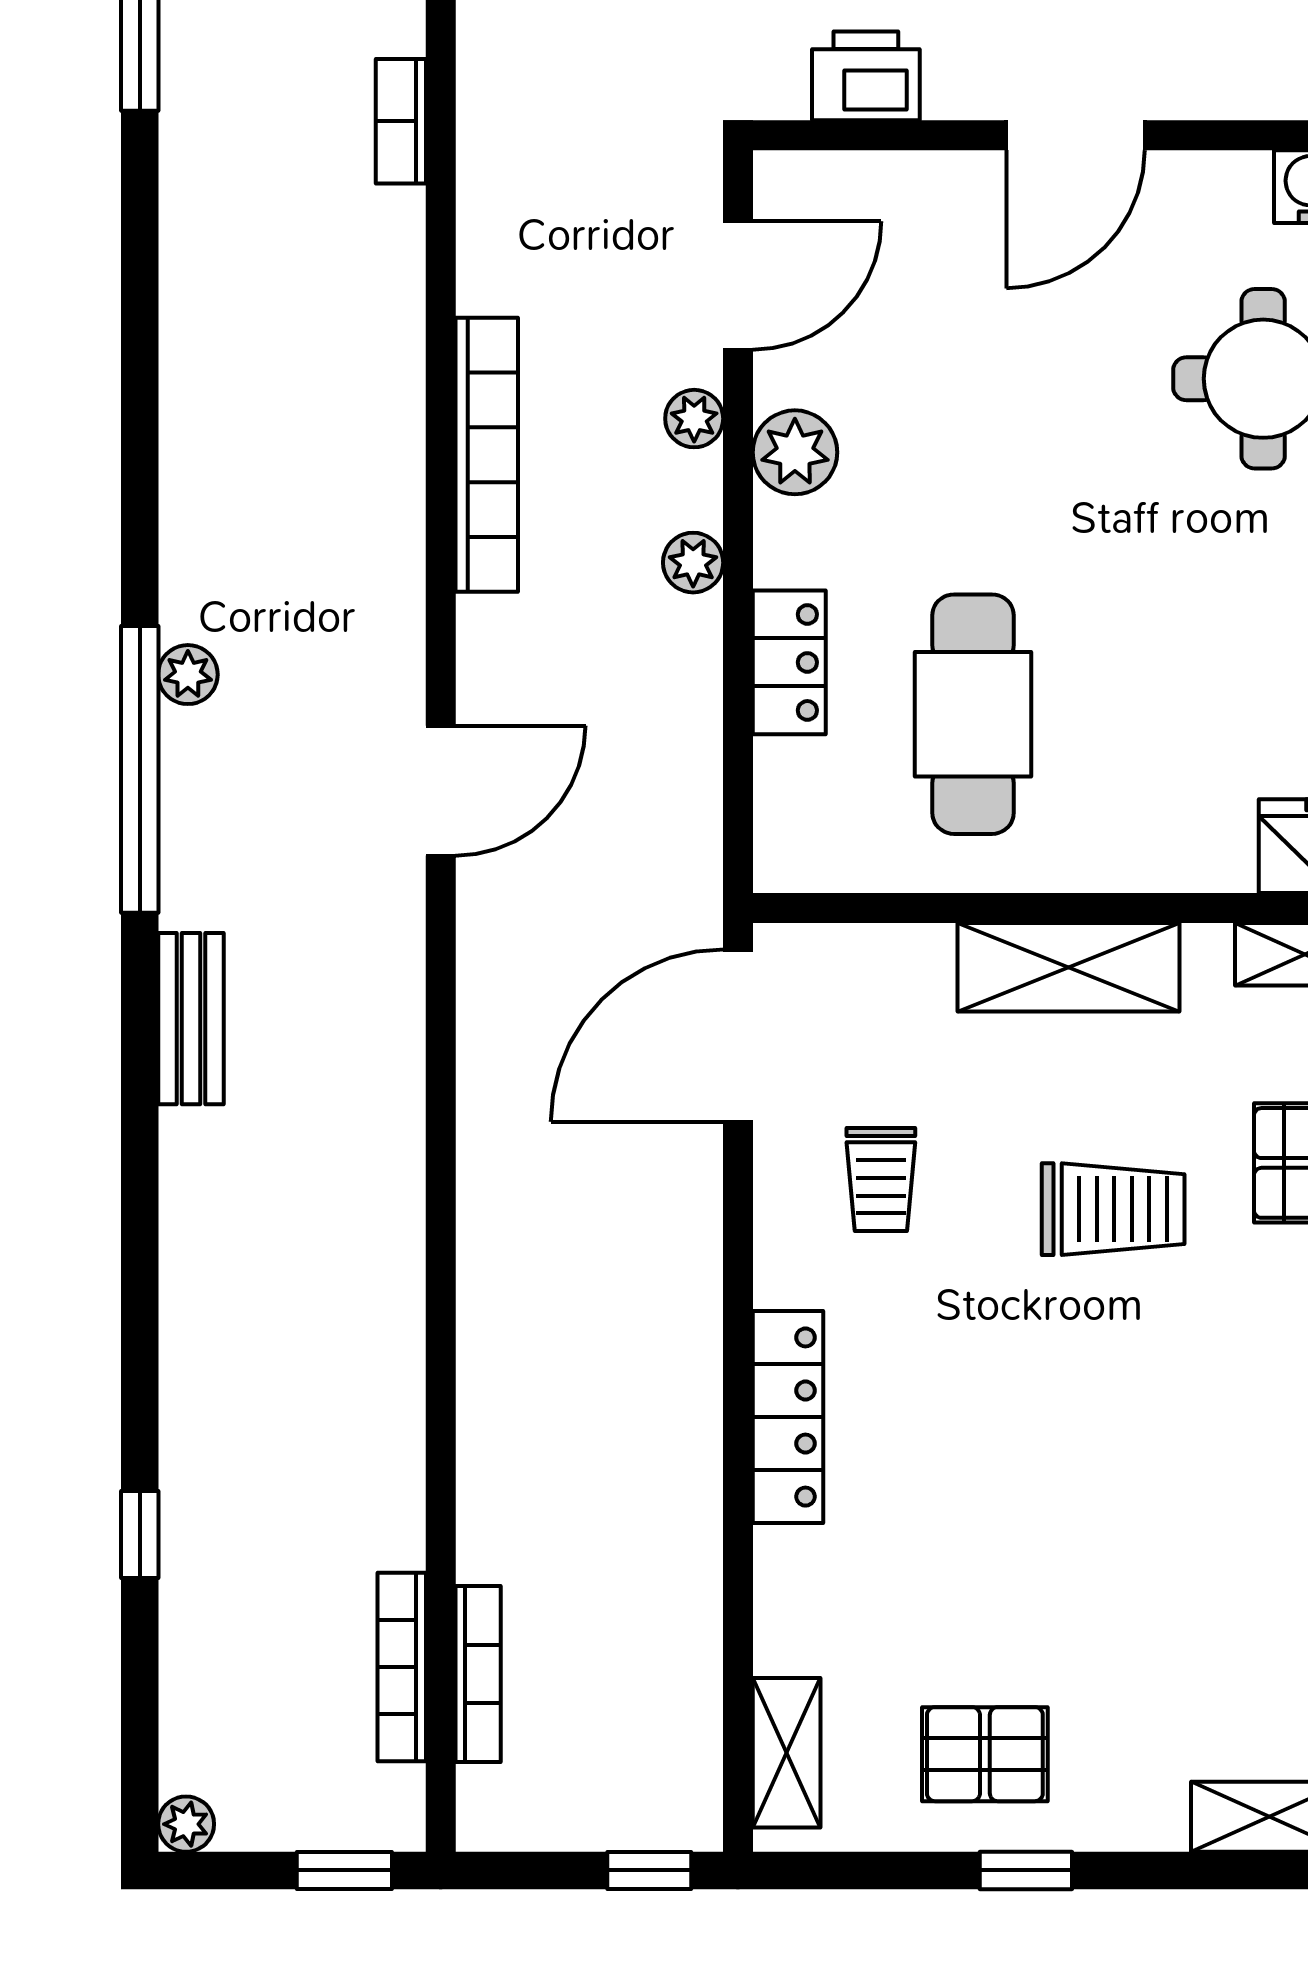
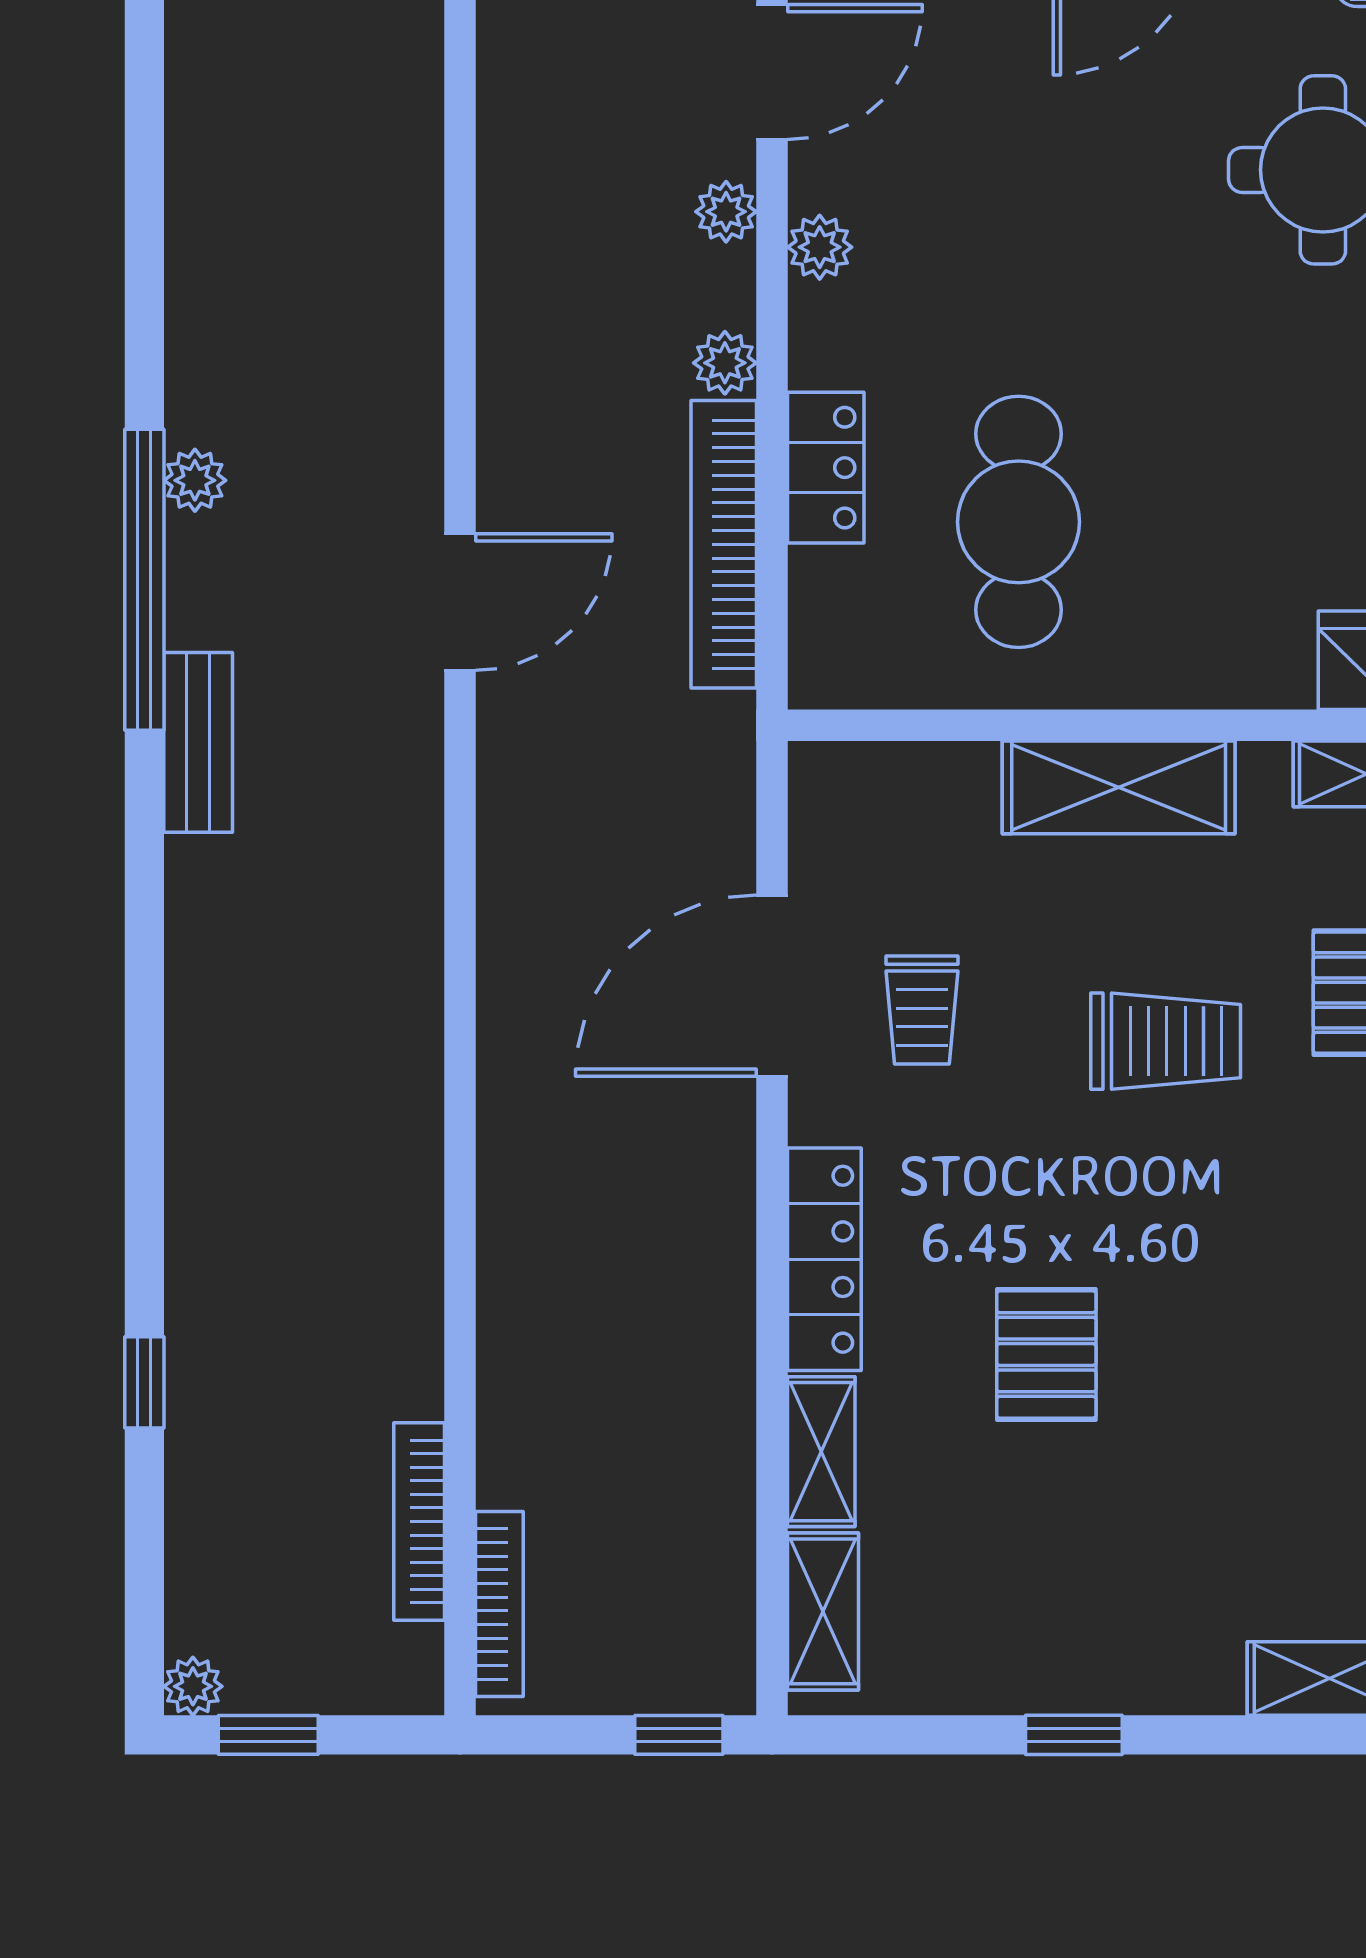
plant: (795, 452) -> (820, 247), width x0.73, depth x0.73
bookcase: (487, 455) -> (724, 544), moved, turned 180
bench: (191, 1019) -> (198, 742), moved
door: (738, 1036) -> (772, 986), moved
shelving: (785, 1600) -> (821, 1452), added
bookcase: (478, 1674) -> (499, 1604), moved
pallet: (985, 1754) -> (1046, 1355), moved, turned 90
window: (344, 1870) -> (268, 1735), moved

